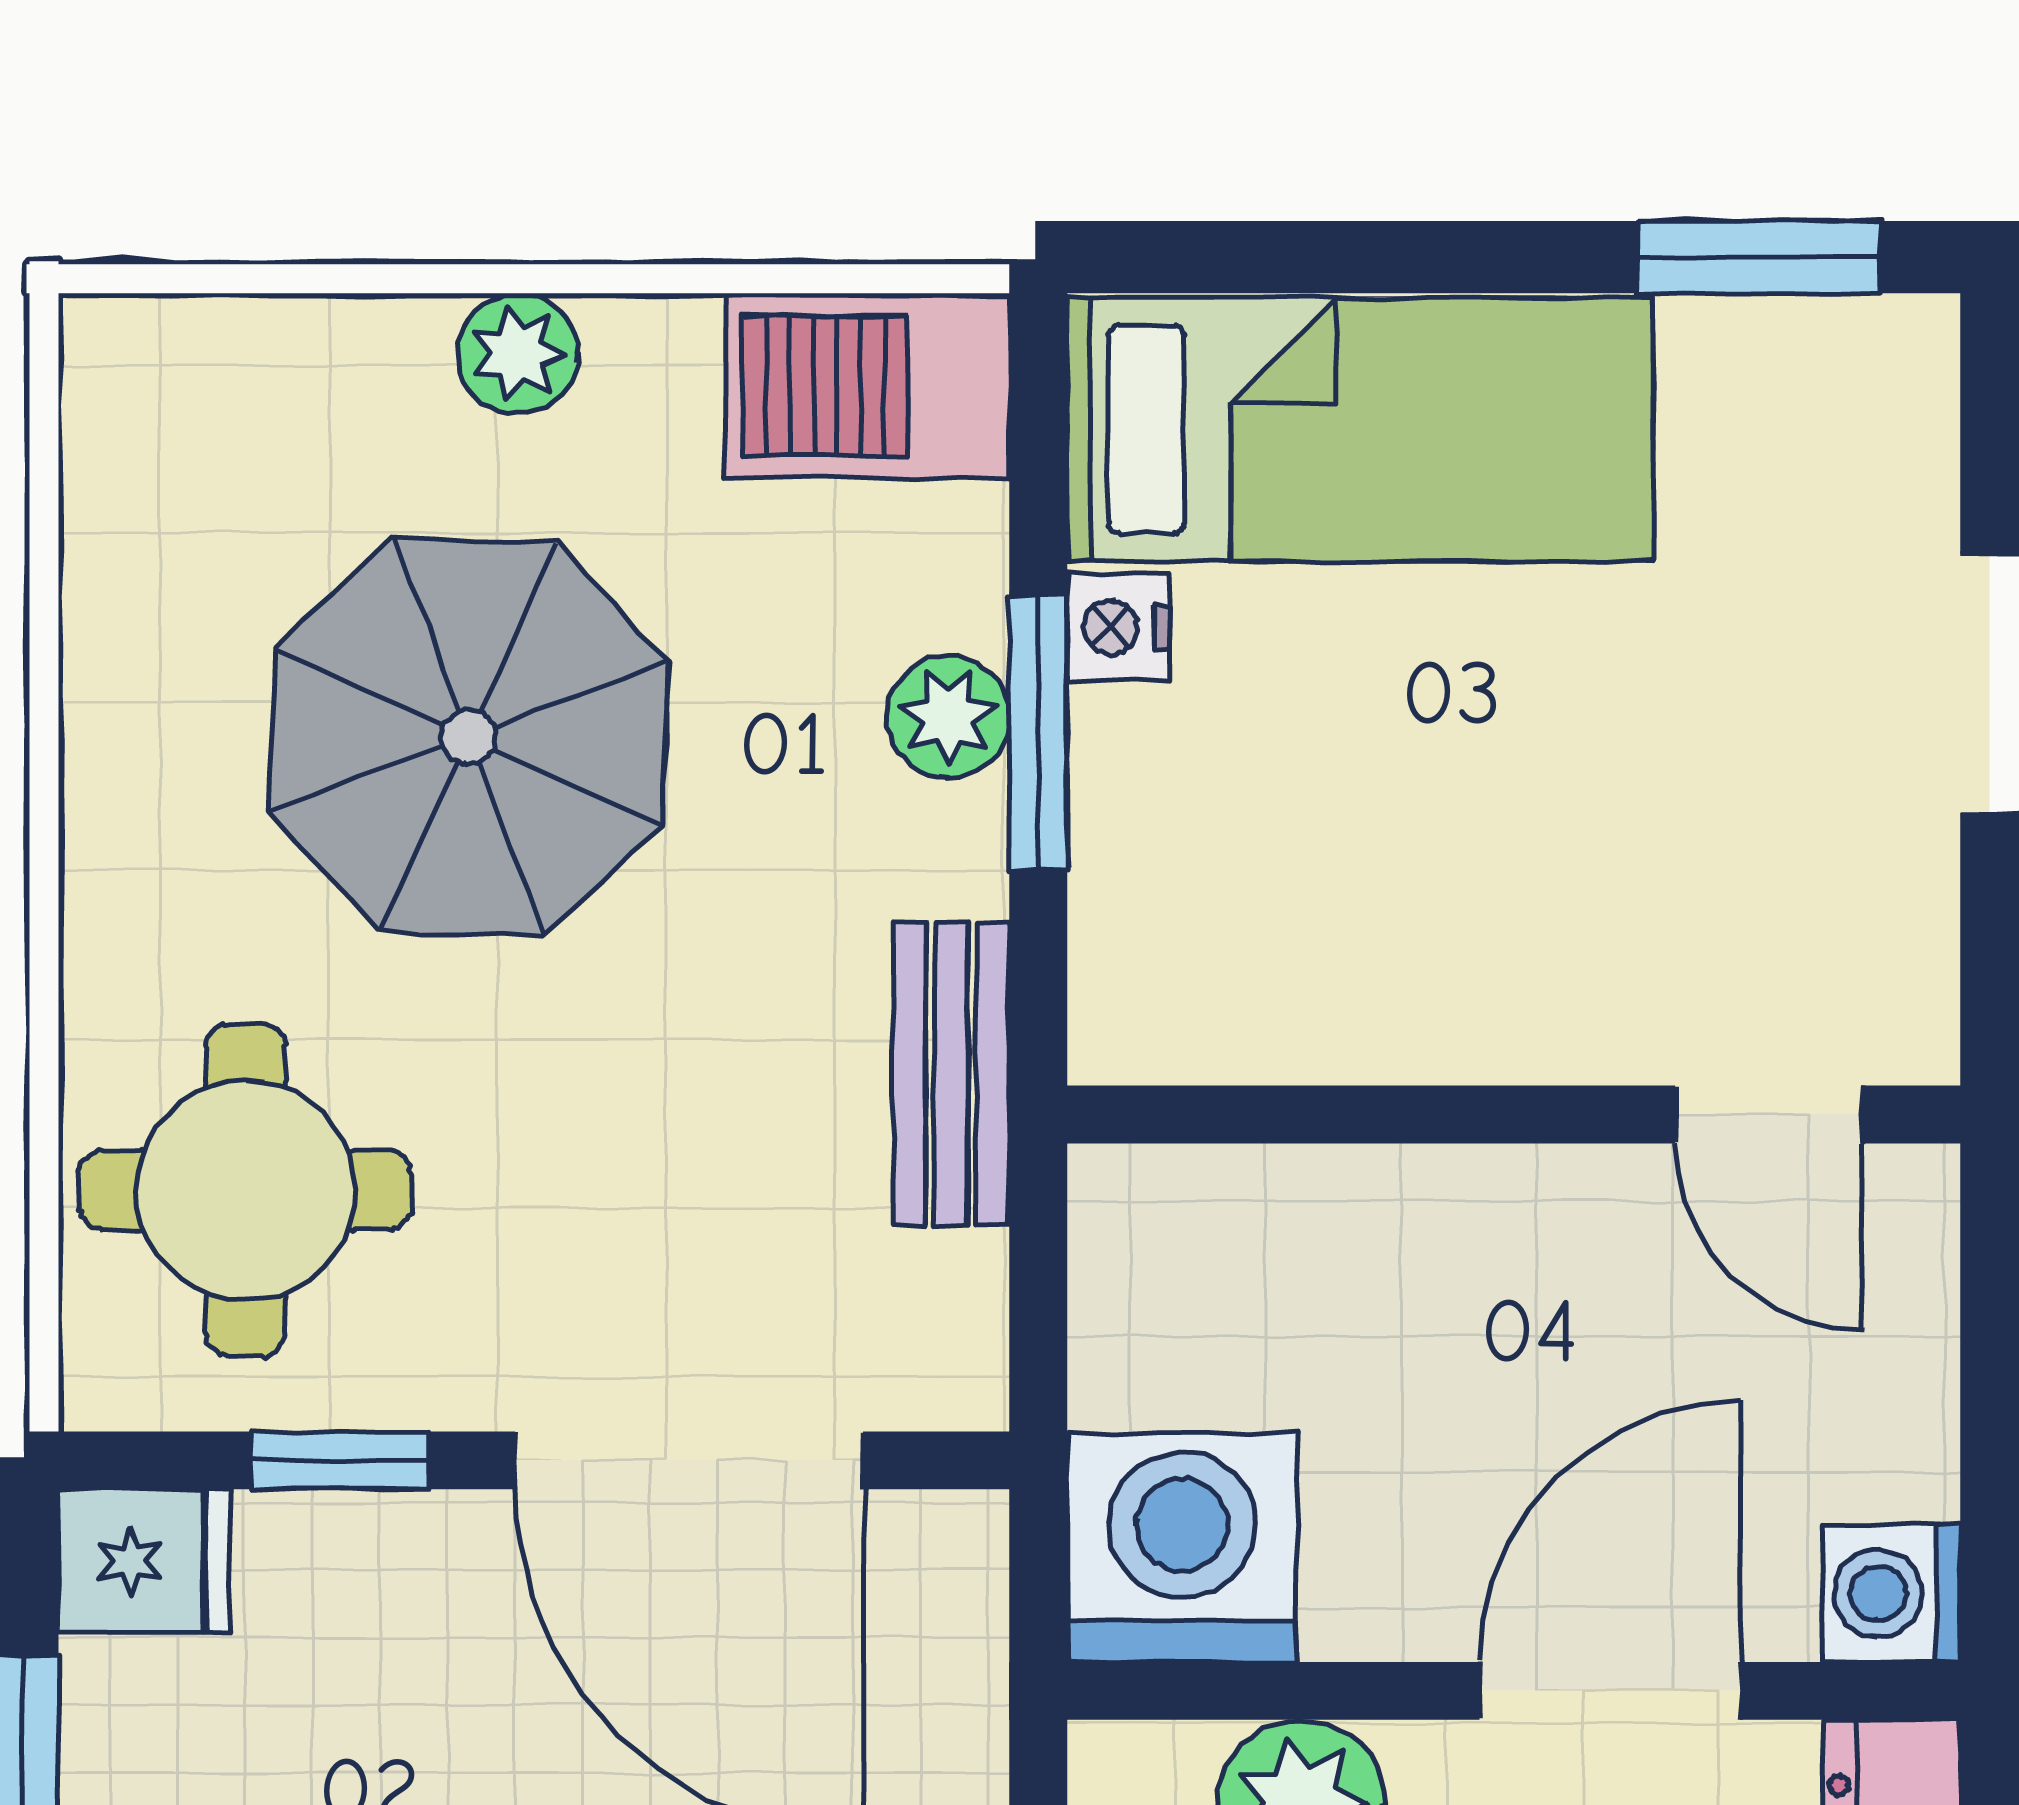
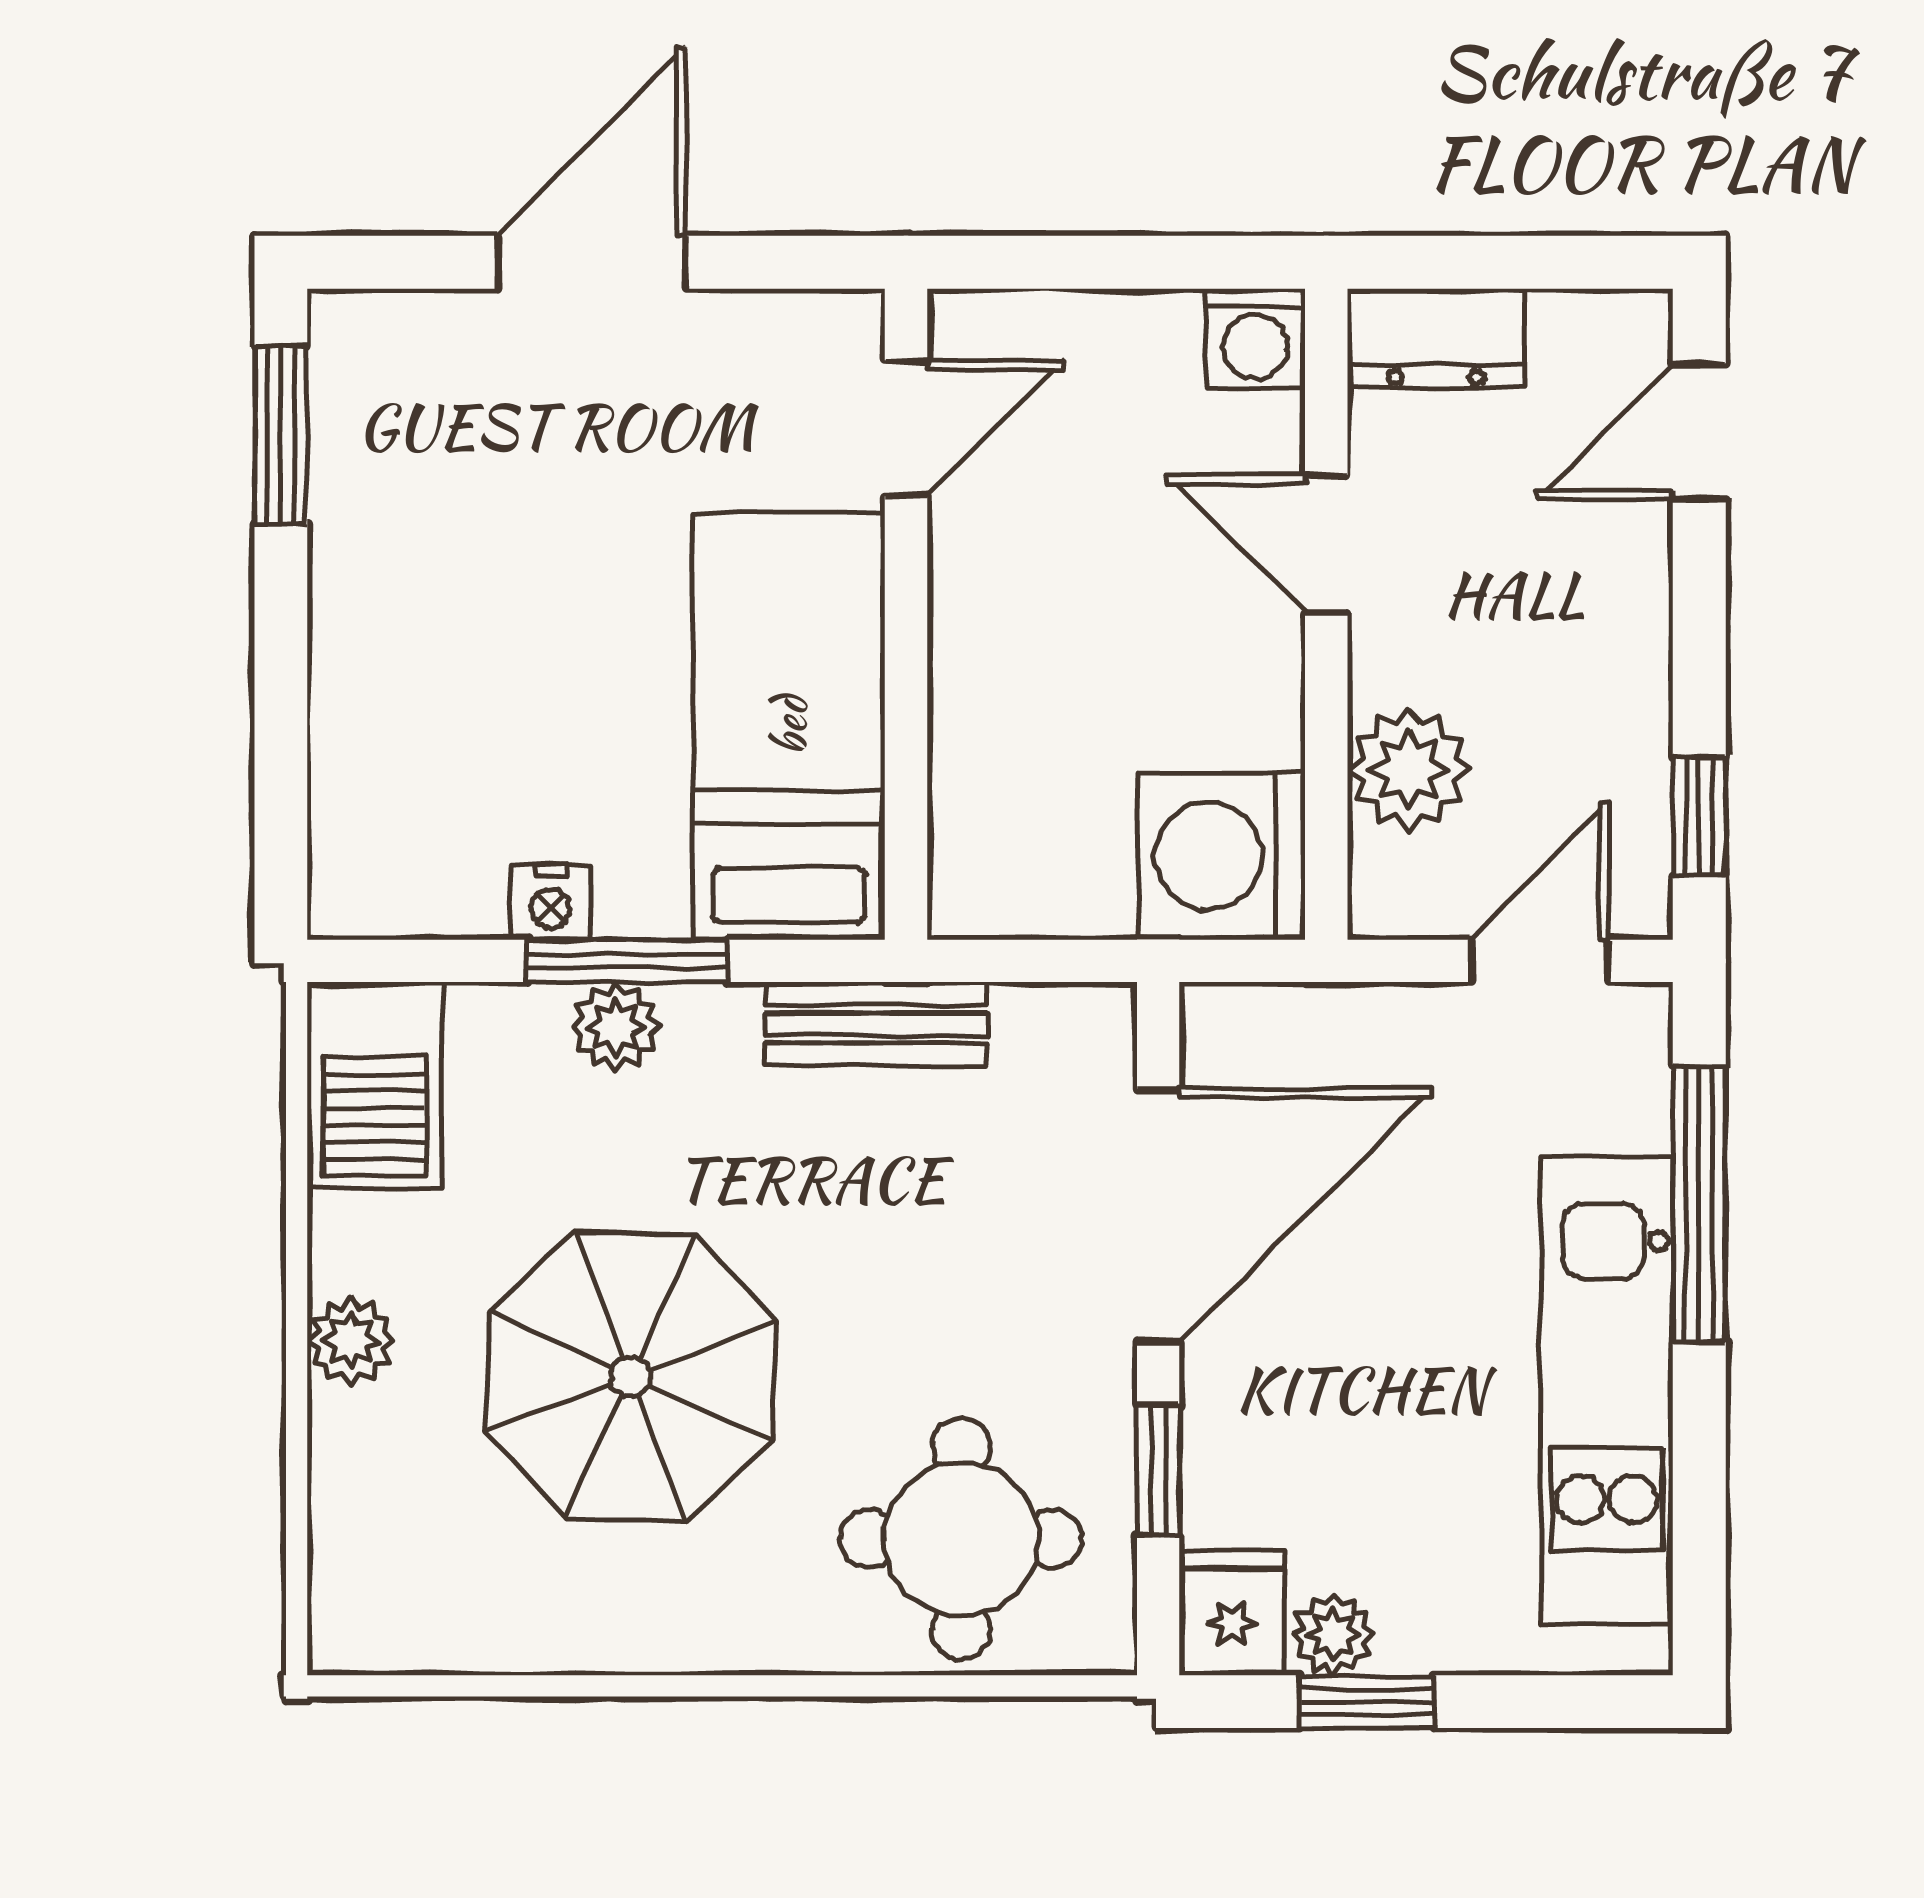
bed: (1360, 429) -> (789, 726), moved
door: (1610, 1691) -> (1326, 544), width x0.73
plant: (115, 1701) -> (1333, 1634), added

